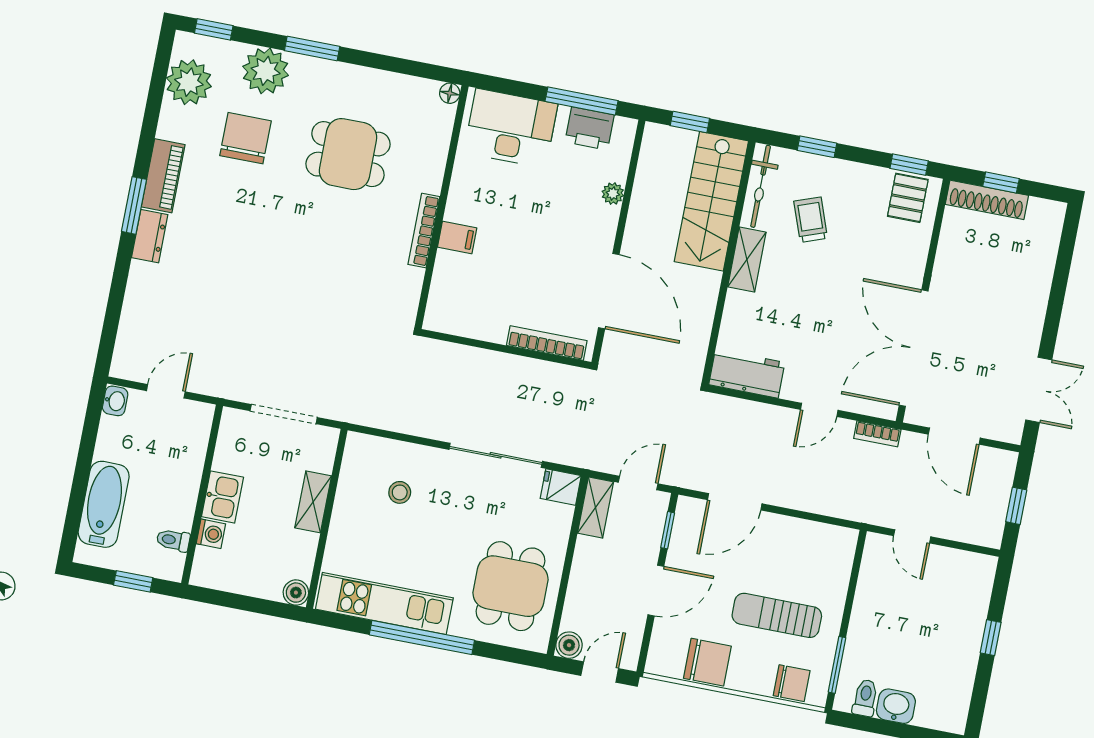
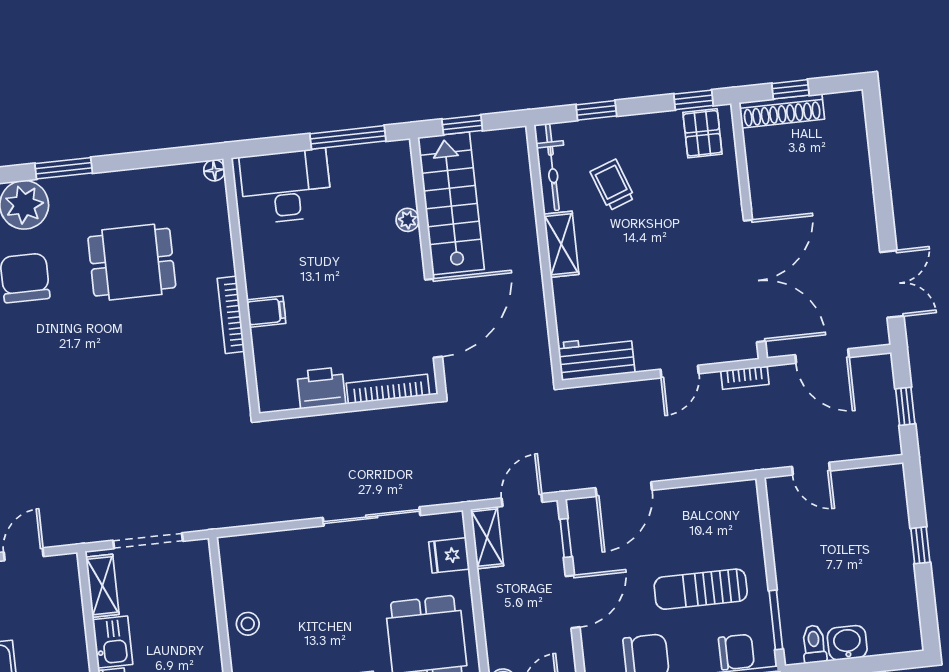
printer: (590, 128) -> (321, 388), moved, turned 180
stairs: (711, 201) -> (451, 203), moved, turned 180
door: (609, 291) -> (434, 318), hinge flipped
double door: (914, 348) -> (755, 281), swing flipped
fridge: (561, 487) -> (449, 555), moved
stool: (400, 492) -> (248, 624), moved
shelving: (313, 502) -> (102, 586), moved

